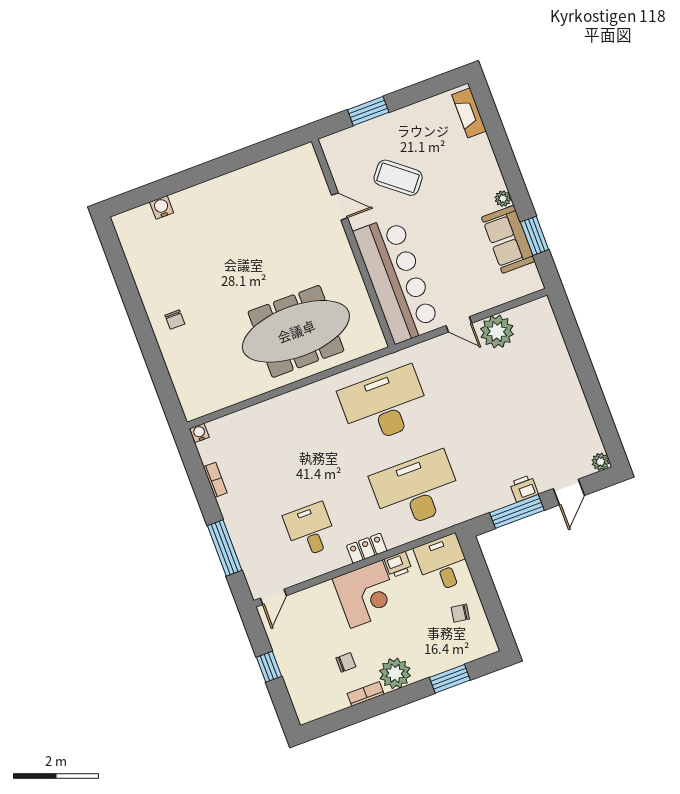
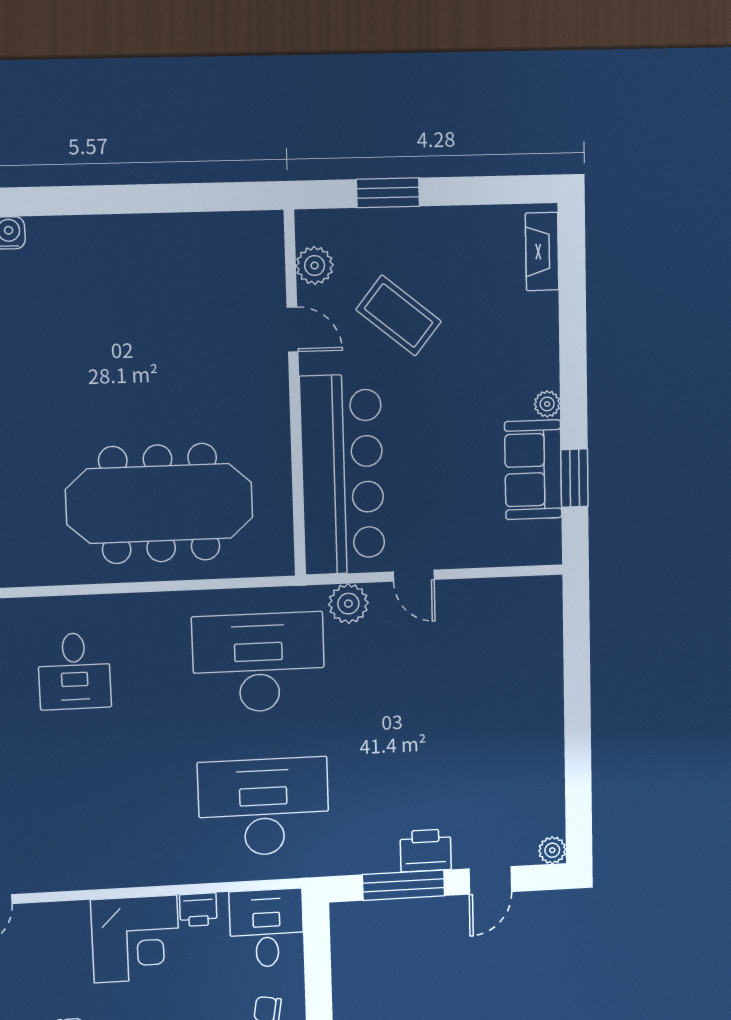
plant: (340, 166) -> (315, 266), added
plant: (497, 332) -> (348, 604), moved, width x0.73, depth x0.73
printer: (524, 488) -> (426, 850), width x1.36, depth x1.24
desk: (310, 530) -> (74, 671), moved, turned 180
locker: (367, 548) -> (159, 871), removed

